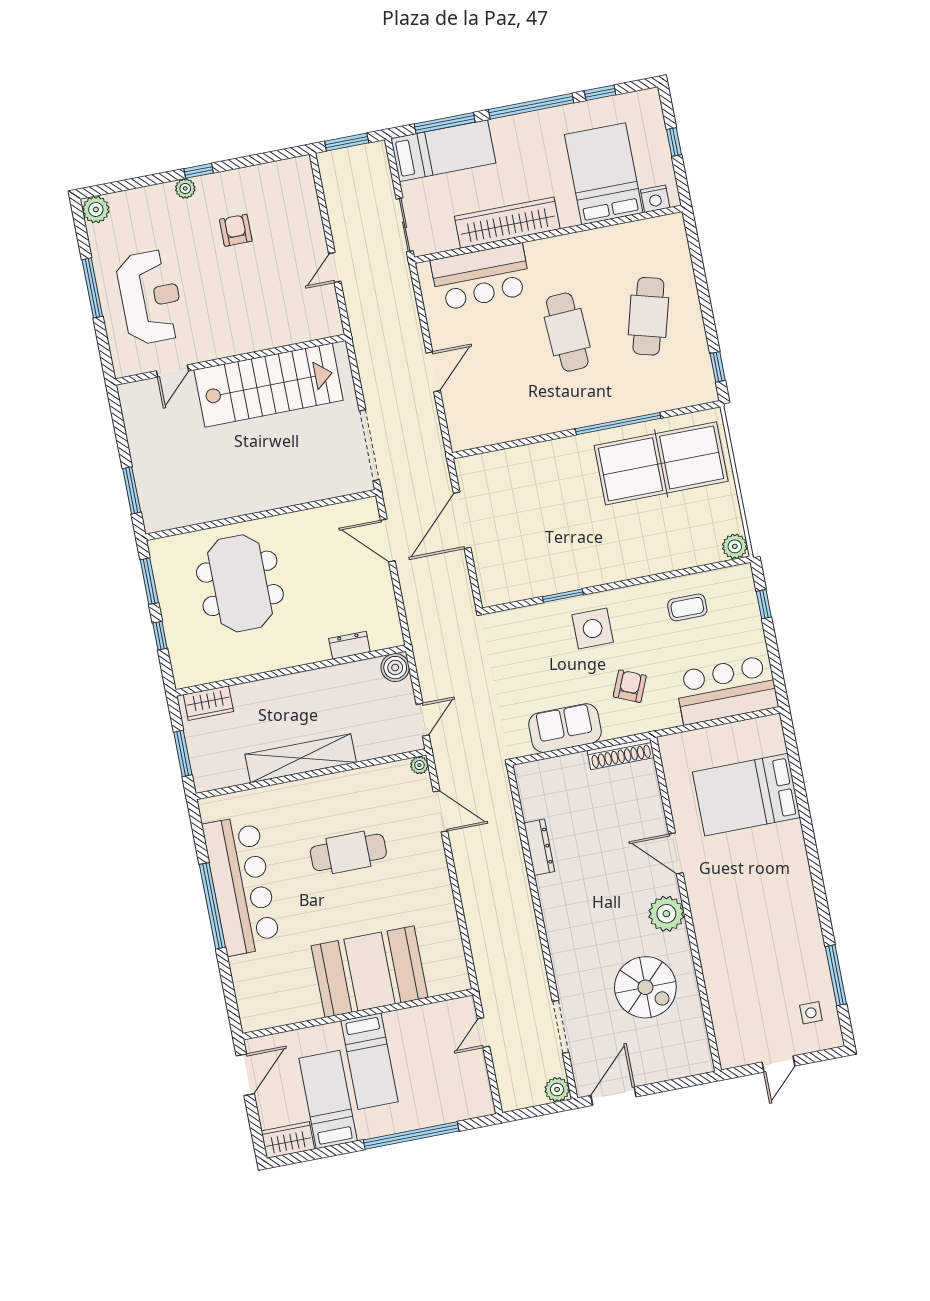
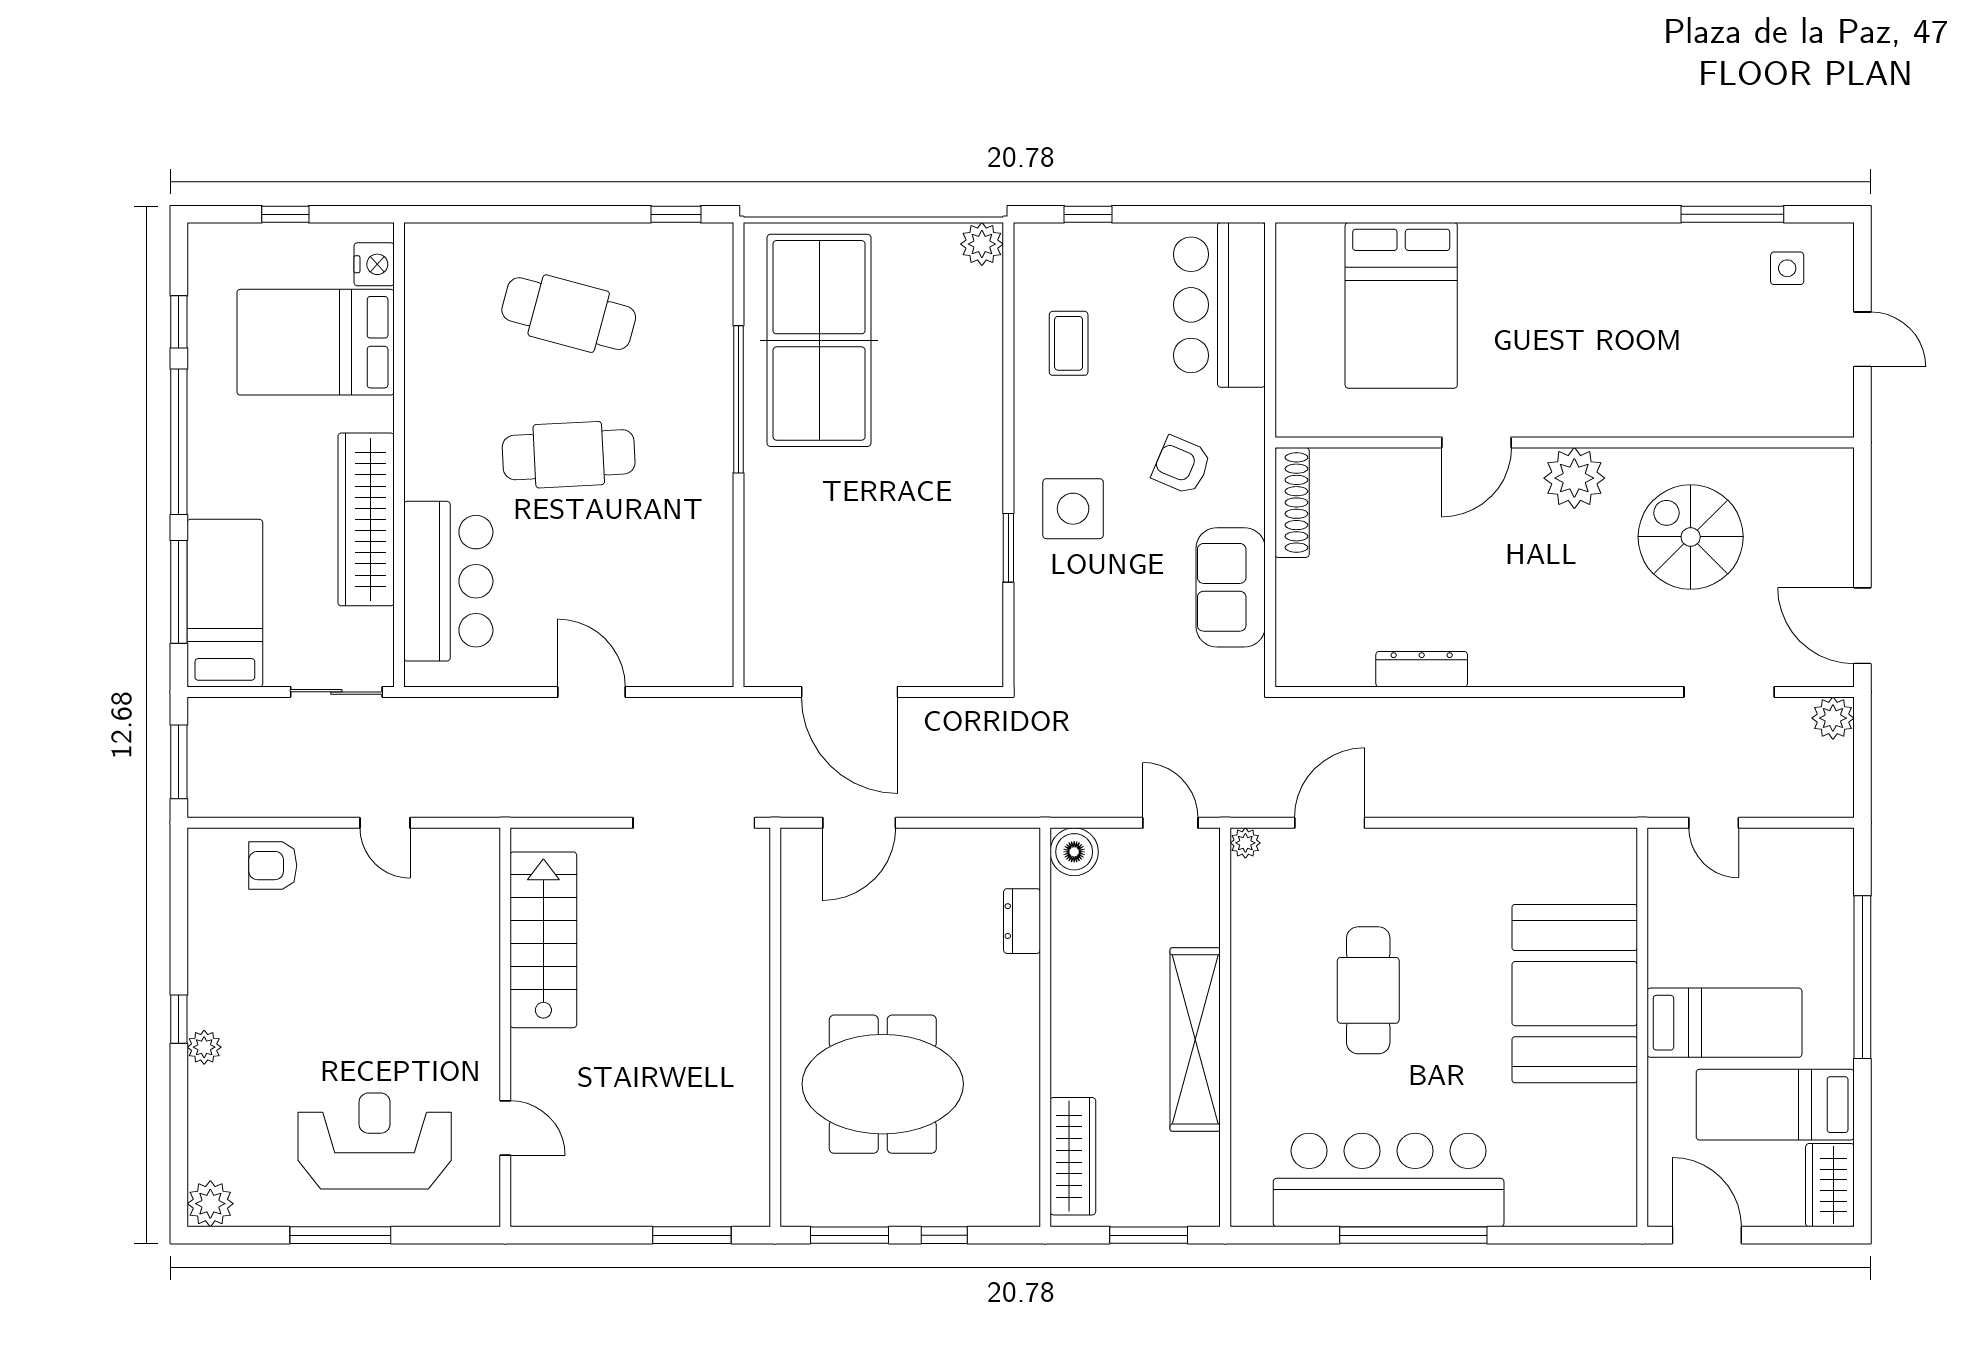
armchair: (236, 230) -> (273, 866), moved
stairs: (269, 385) -> (543, 940), width x0.73, depth x0.66
wardrobe: (208, 703) -> (1073, 1156), width x1.50
spiral stairs: (645, 987) -> (1691, 537), turned -90

